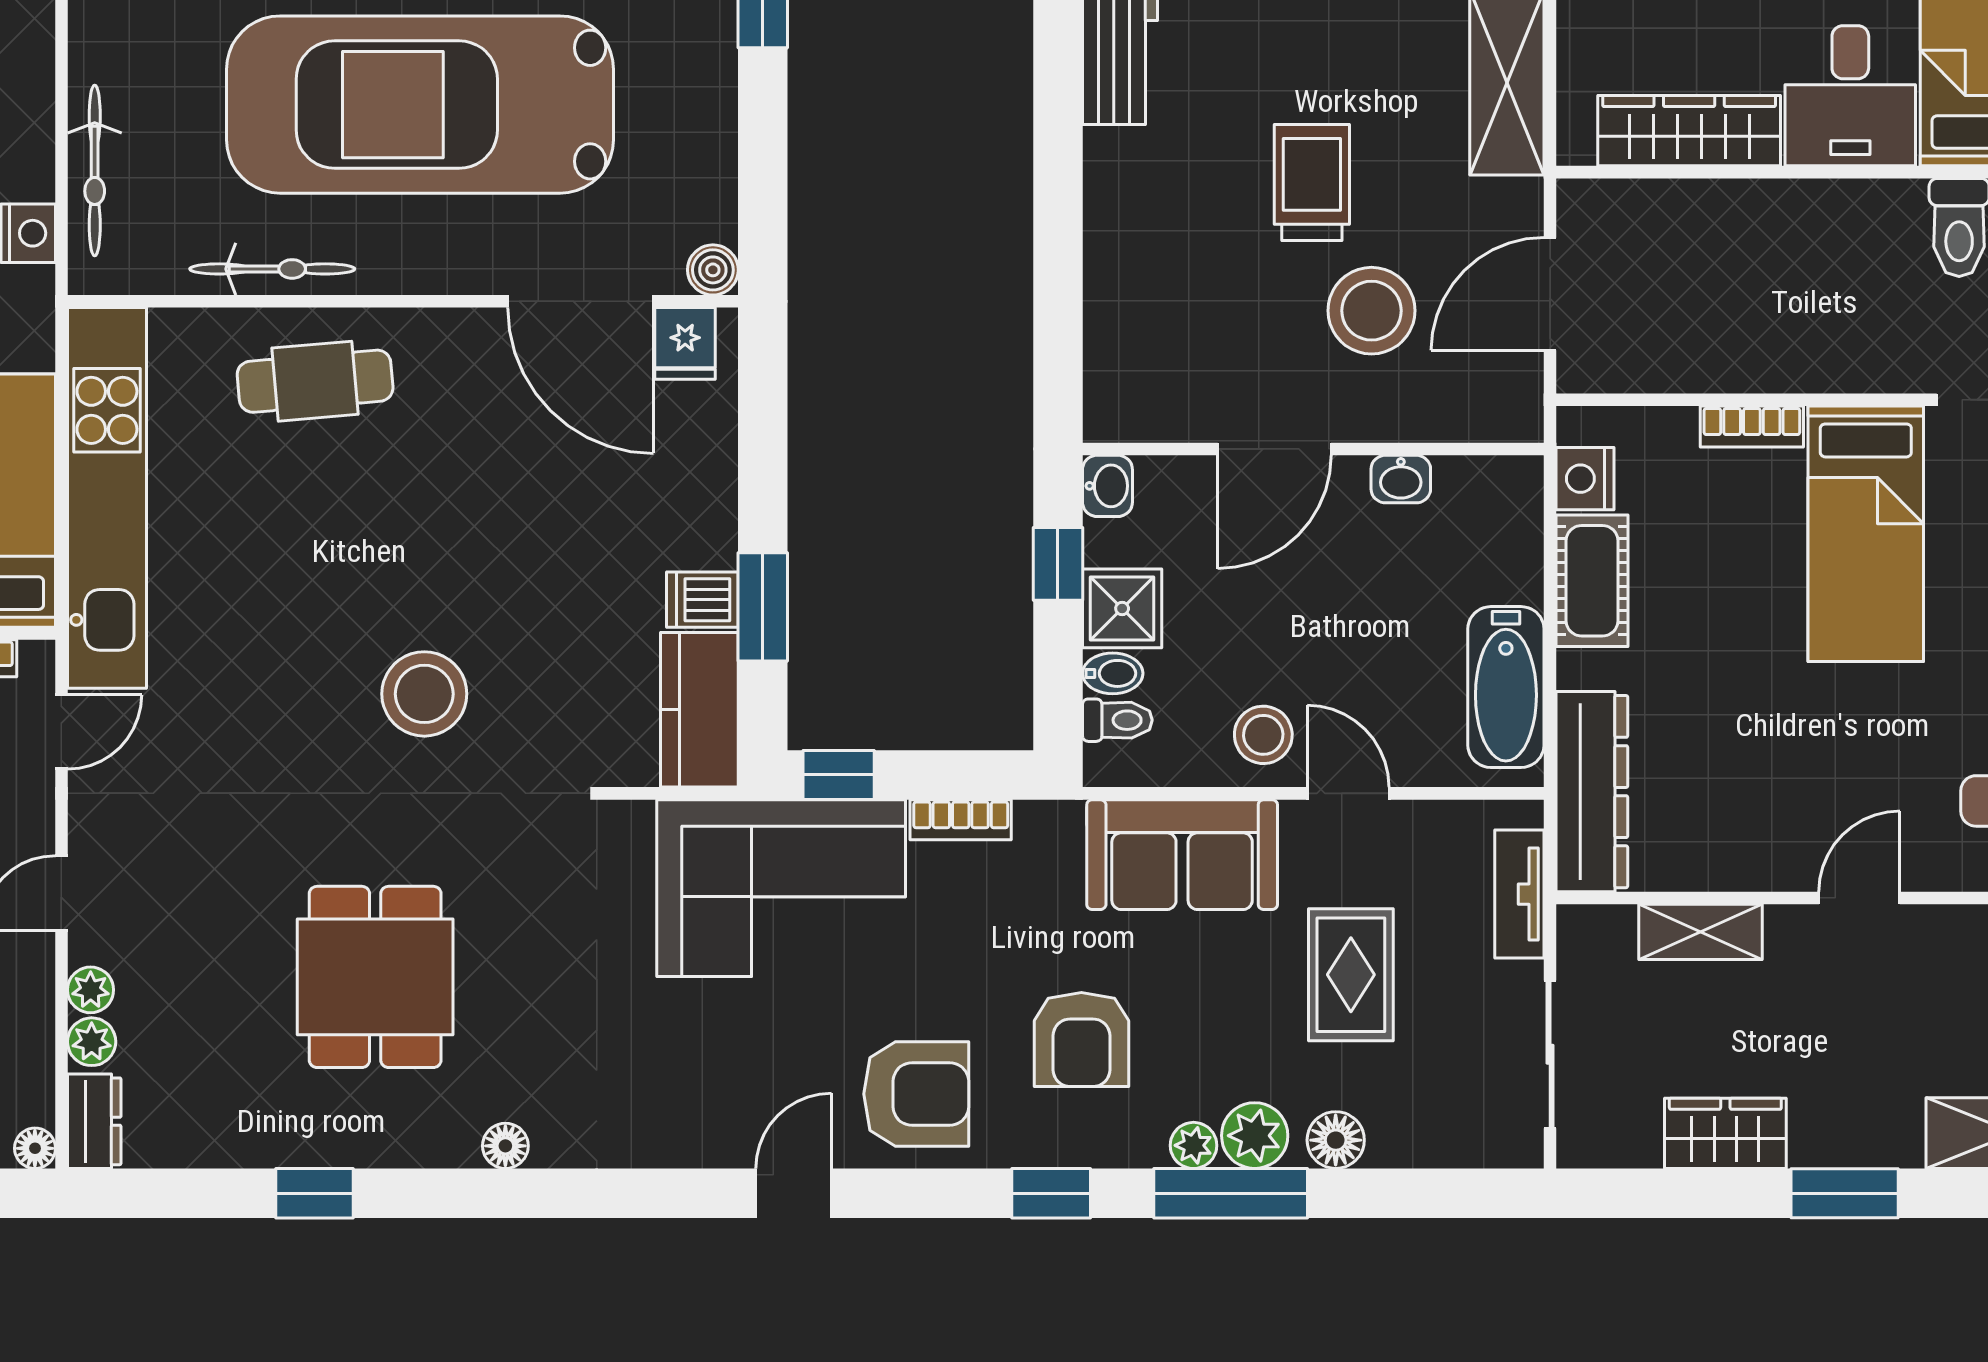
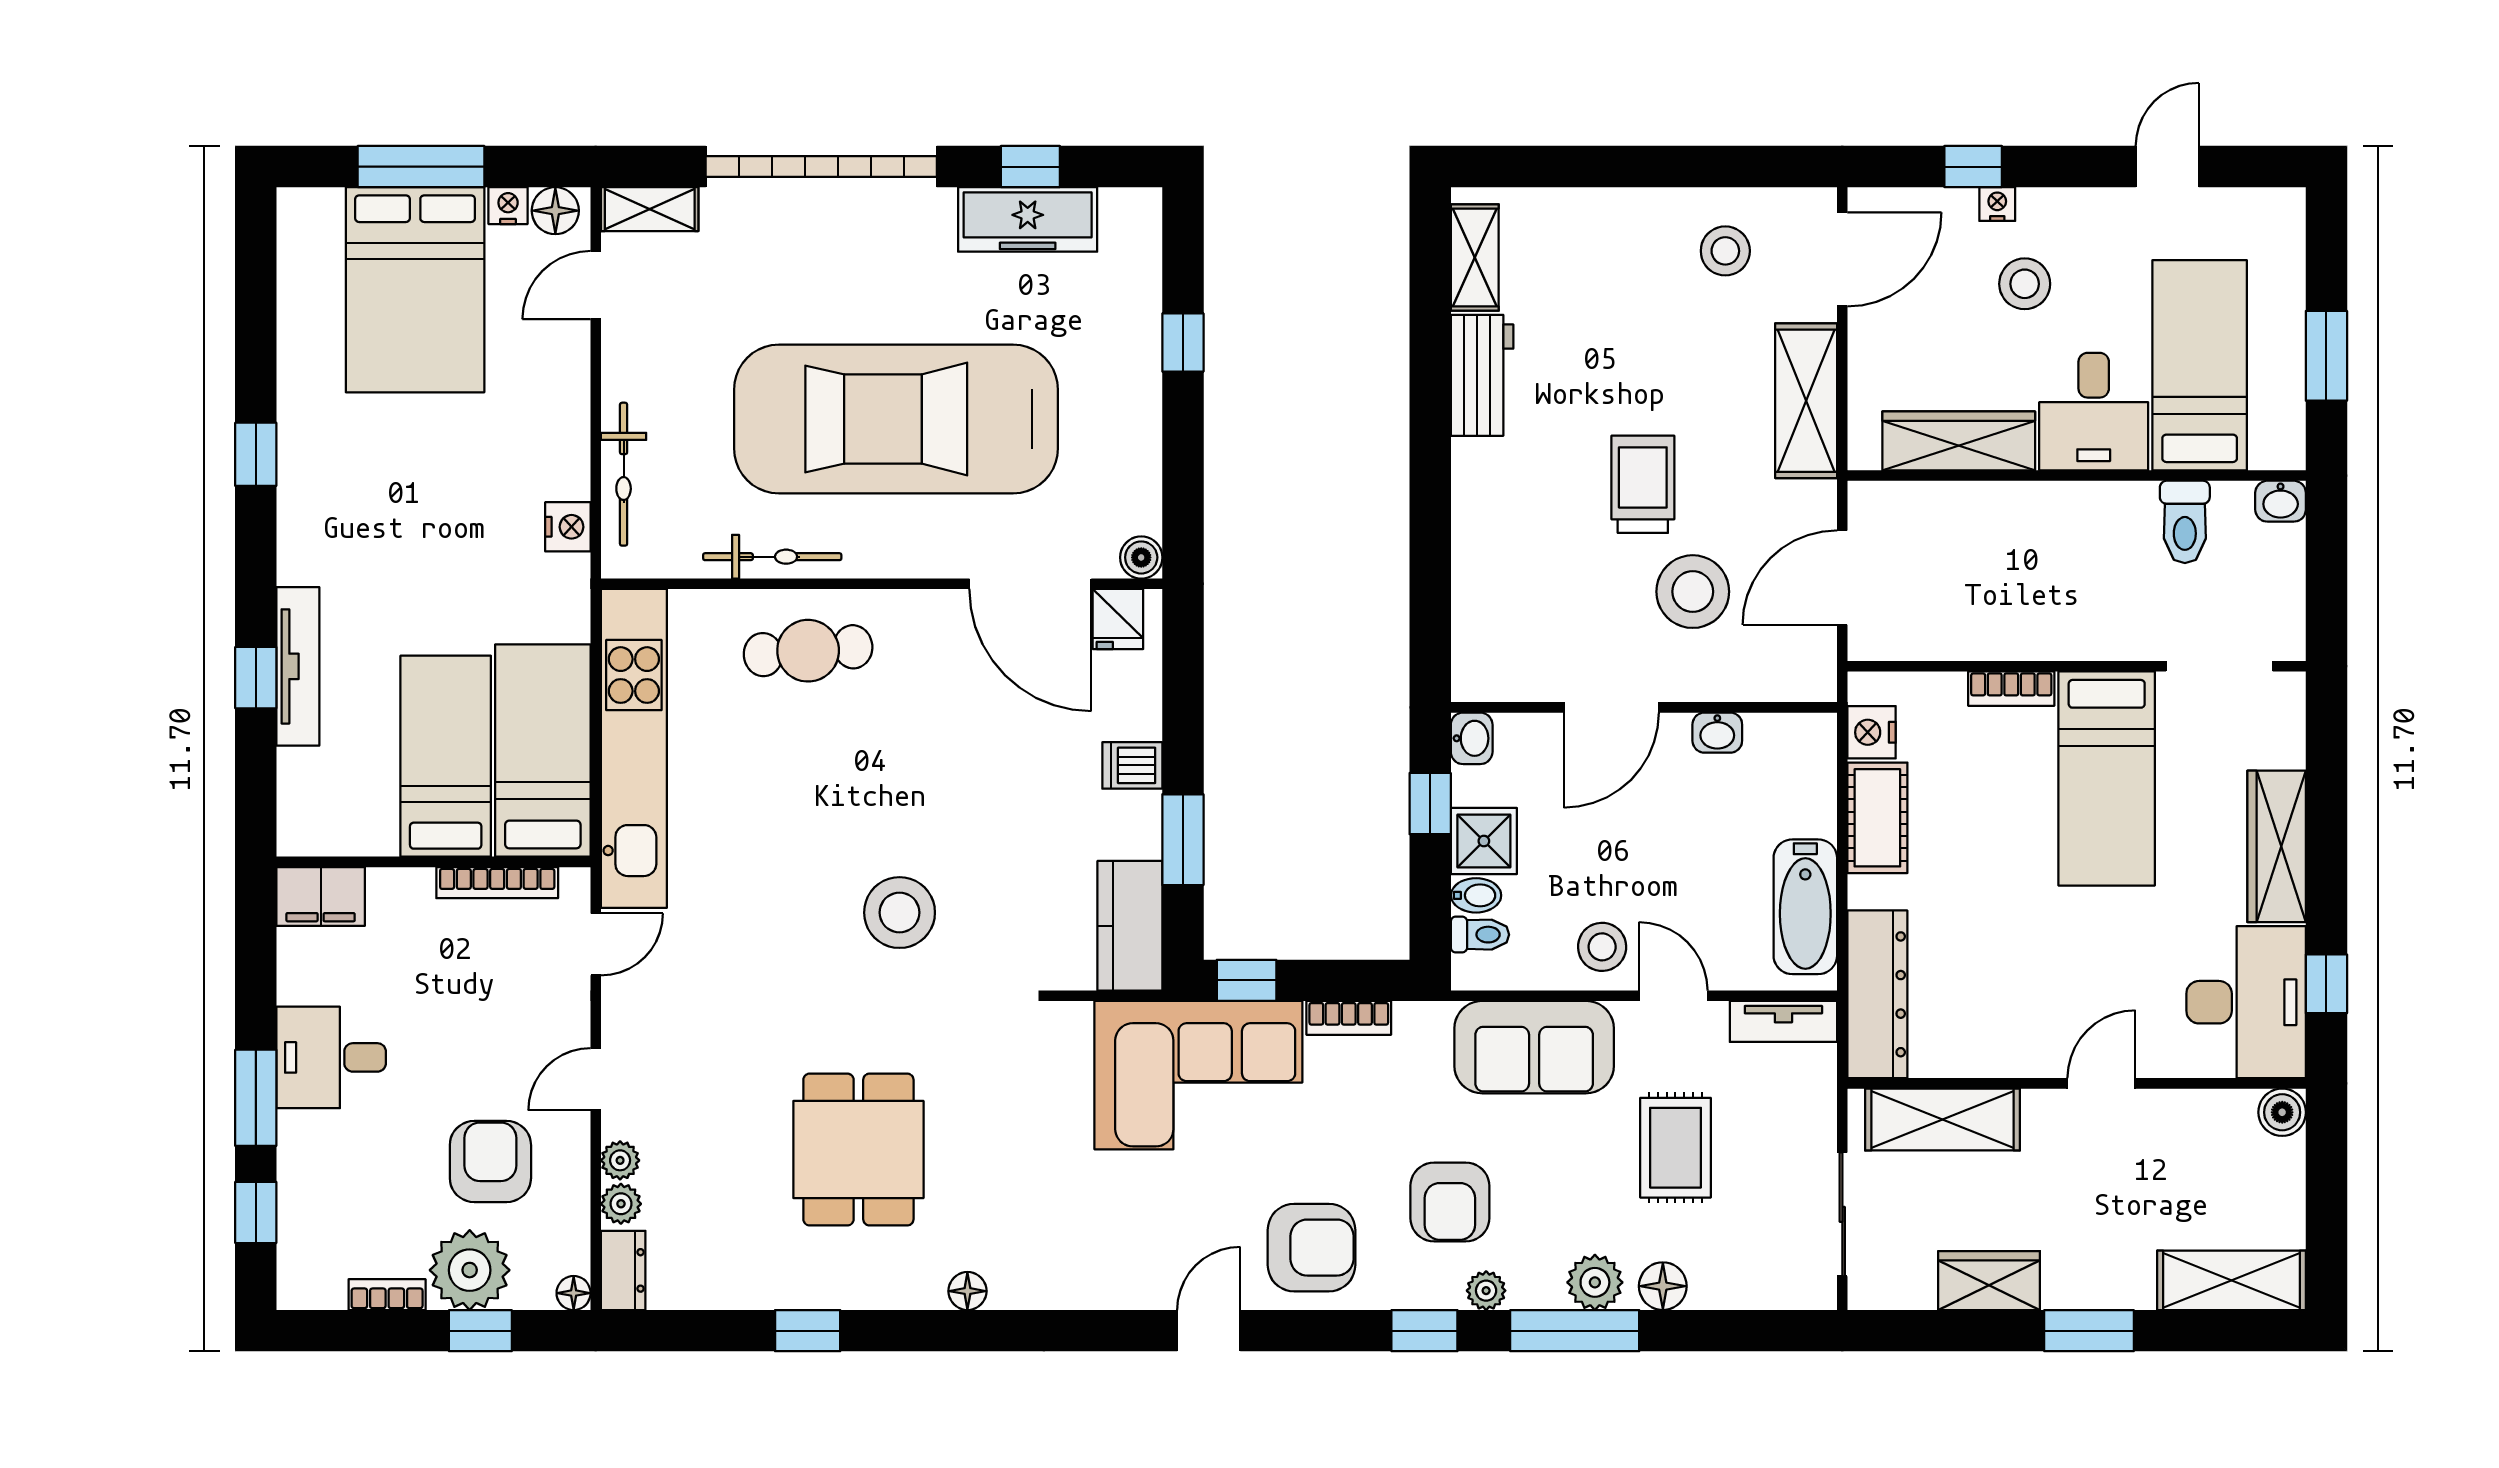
dishwasher: (702, 600) -> (1132, 765), moved
tv unit: (1519, 894) -> (1783, 1021), moved, turned -90
shelving: (1701, 932) -> (1942, 1120), width x1.50, depth x1.33
plant: (1194, 1145) -> (1486, 1291), moved

